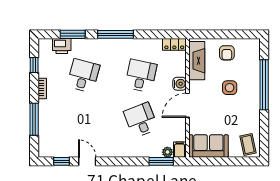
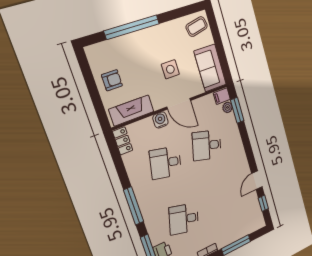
side table: (230, 88) -> (170, 69), moved
desk: (141, 120) -> (207, 145), turned 36

